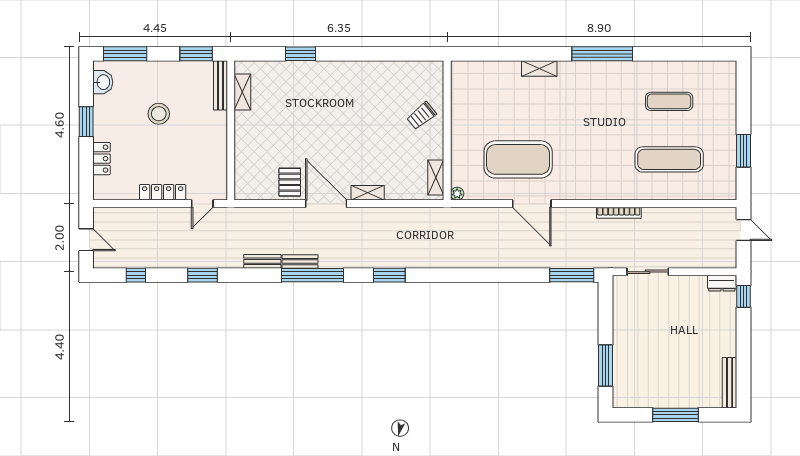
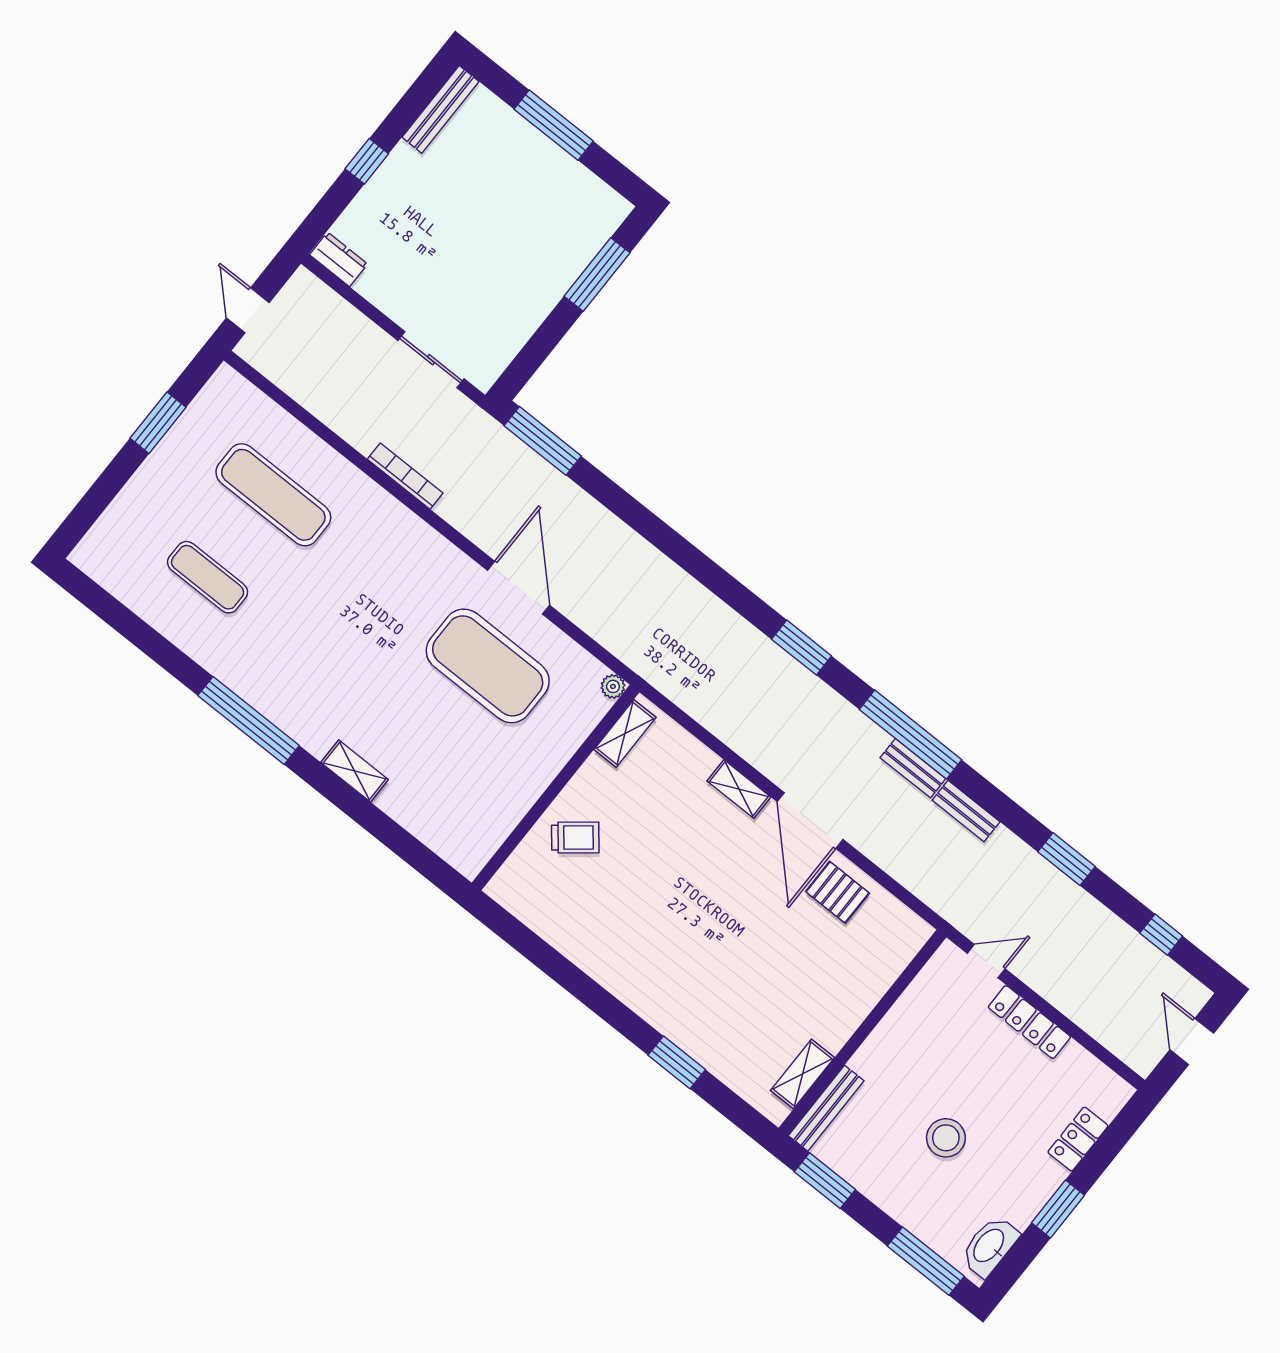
washbasin: (103, 82) -> (990, 1246), width x1.38
pallet: (290, 182) -> (837, 892), turned 90
window: (743, 296) -> (367, 161), moved

